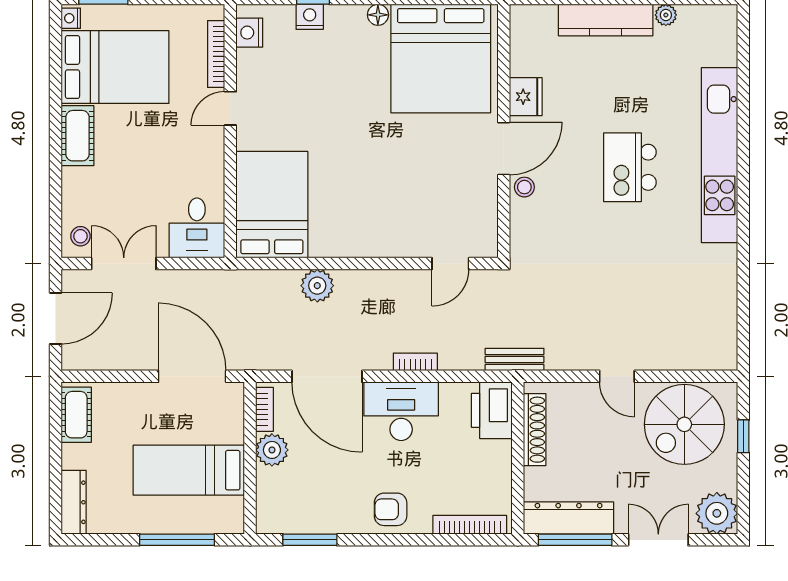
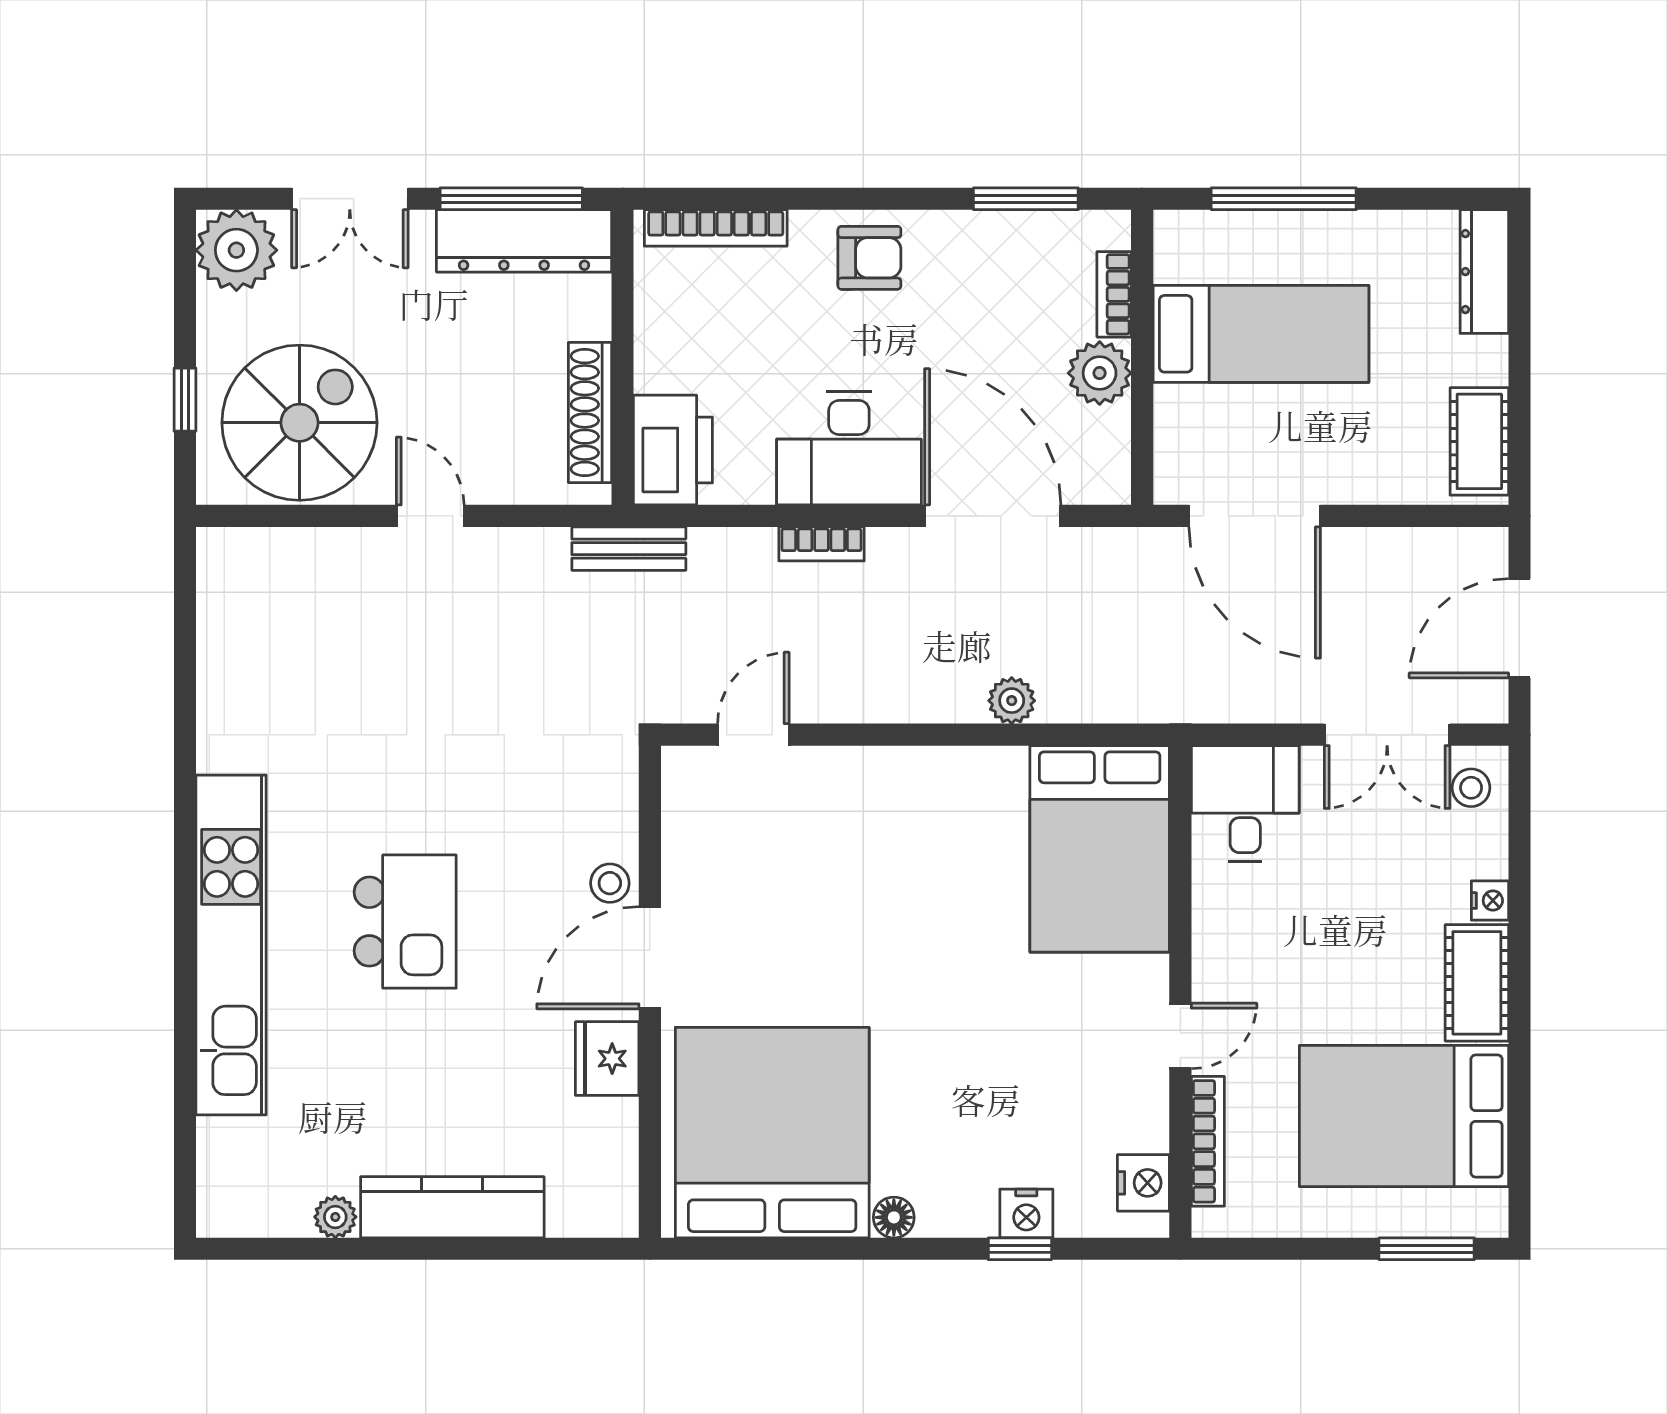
nightstand: (71, 18) -> (1490, 901), moved
plant: (317, 286) -> (1012, 701), width x0.73, depth x0.73
bookcase: (264, 409) -> (1114, 294), moved

